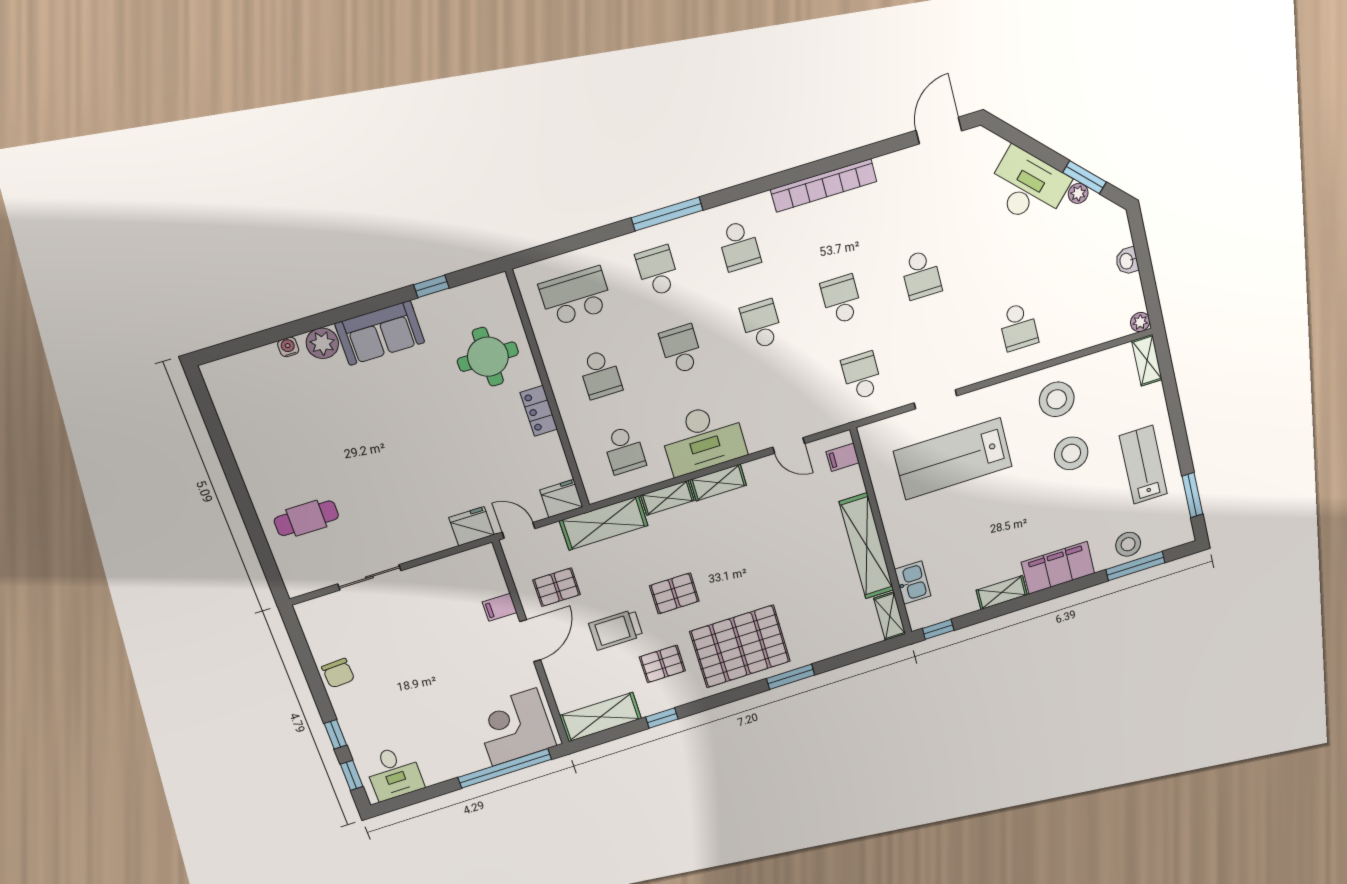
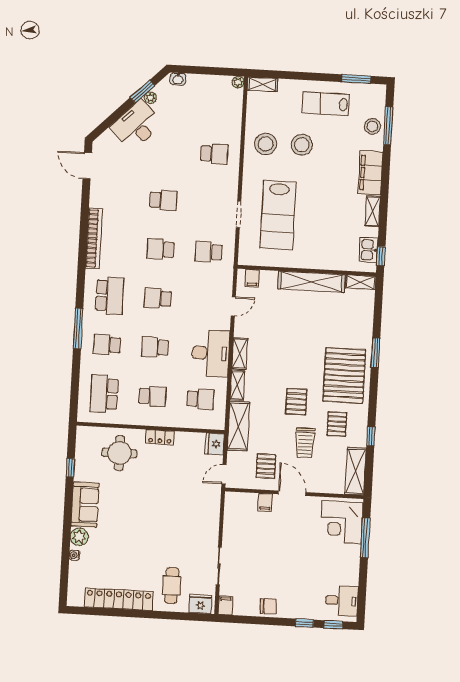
school desk: (739, 246) -> (110, 296), width x1.85
washbasin: (1127, 261) -> (178, 79), moved
locker: (247, 445) -> (119, 599), added
fridge: (471, 526) -> (200, 604), moved, turned 90
kitchen sink: (913, 583) -> (369, 250), moved, turned -90
filing cabinet: (311, 611) -> (225, 605), added
window: (505, 768) -> (365, 538), width x0.68

